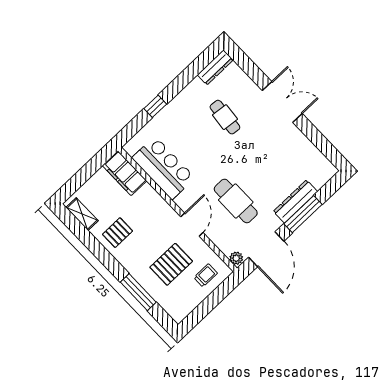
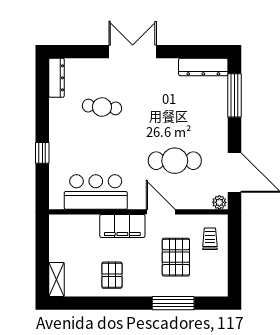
filing cabinet: (124, 173) -> (122, 226), moved
dresser: (295, 201) -> (203, 67), moved, turned -90
shelving: (82, 214) -> (56, 279), moved, turned 90
window: (303, 214) -> (235, 95), moved

